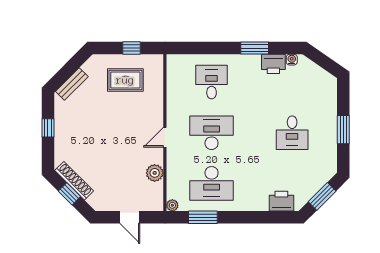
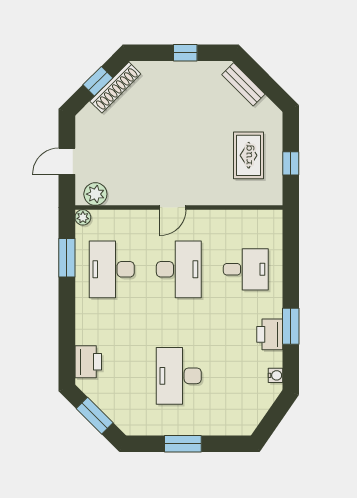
printer: (273, 64) -> (270, 334), moved
desk: (292, 133) -> (179, 376), width x1.37
door: (165, 137) -> (173, 208), swing flipped
plant: (155, 173) -> (95, 194), moved

